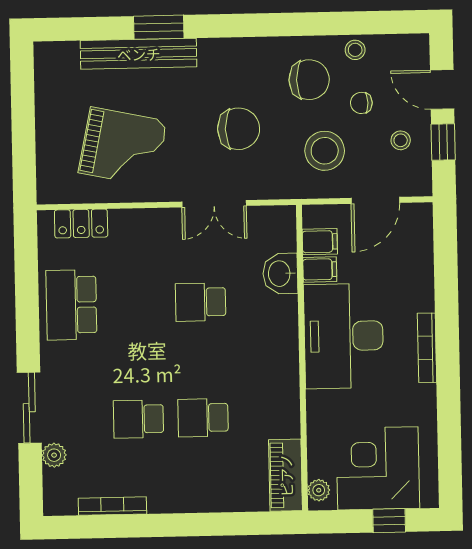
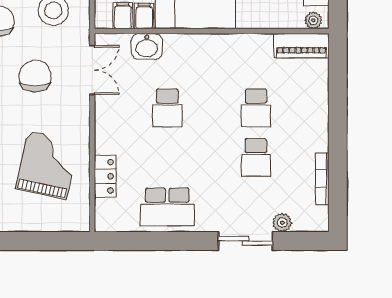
double door: (214, 204) -> (92, 70), moved
locker: (81, 223) -> (105, 176), moved

